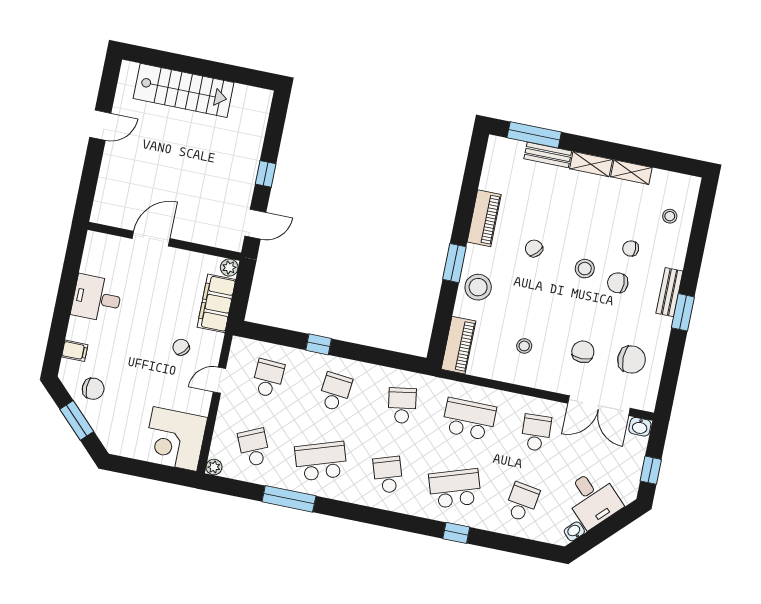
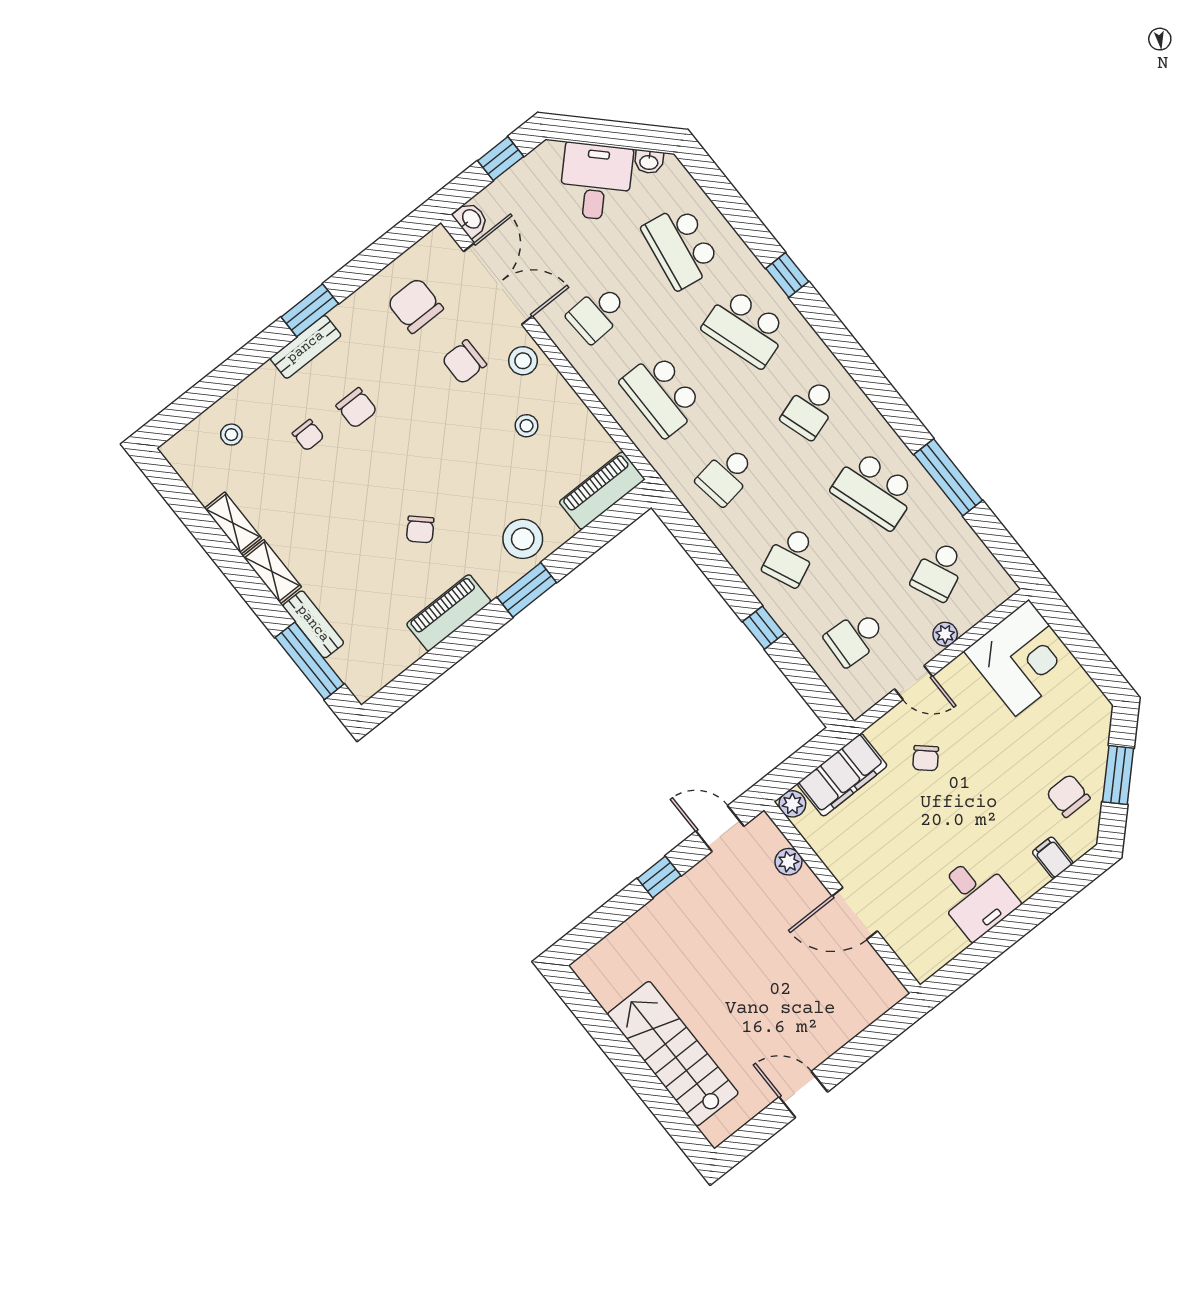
plant: (207, 237) -> (788, 862), added
stool: (585, 269) -> (523, 361), moved
school desk: (335, 392) -> (791, 557), turned -30
plant: (214, 467) -> (945, 634), moved
school desk: (522, 502) -> (681, 247), width x1.85

